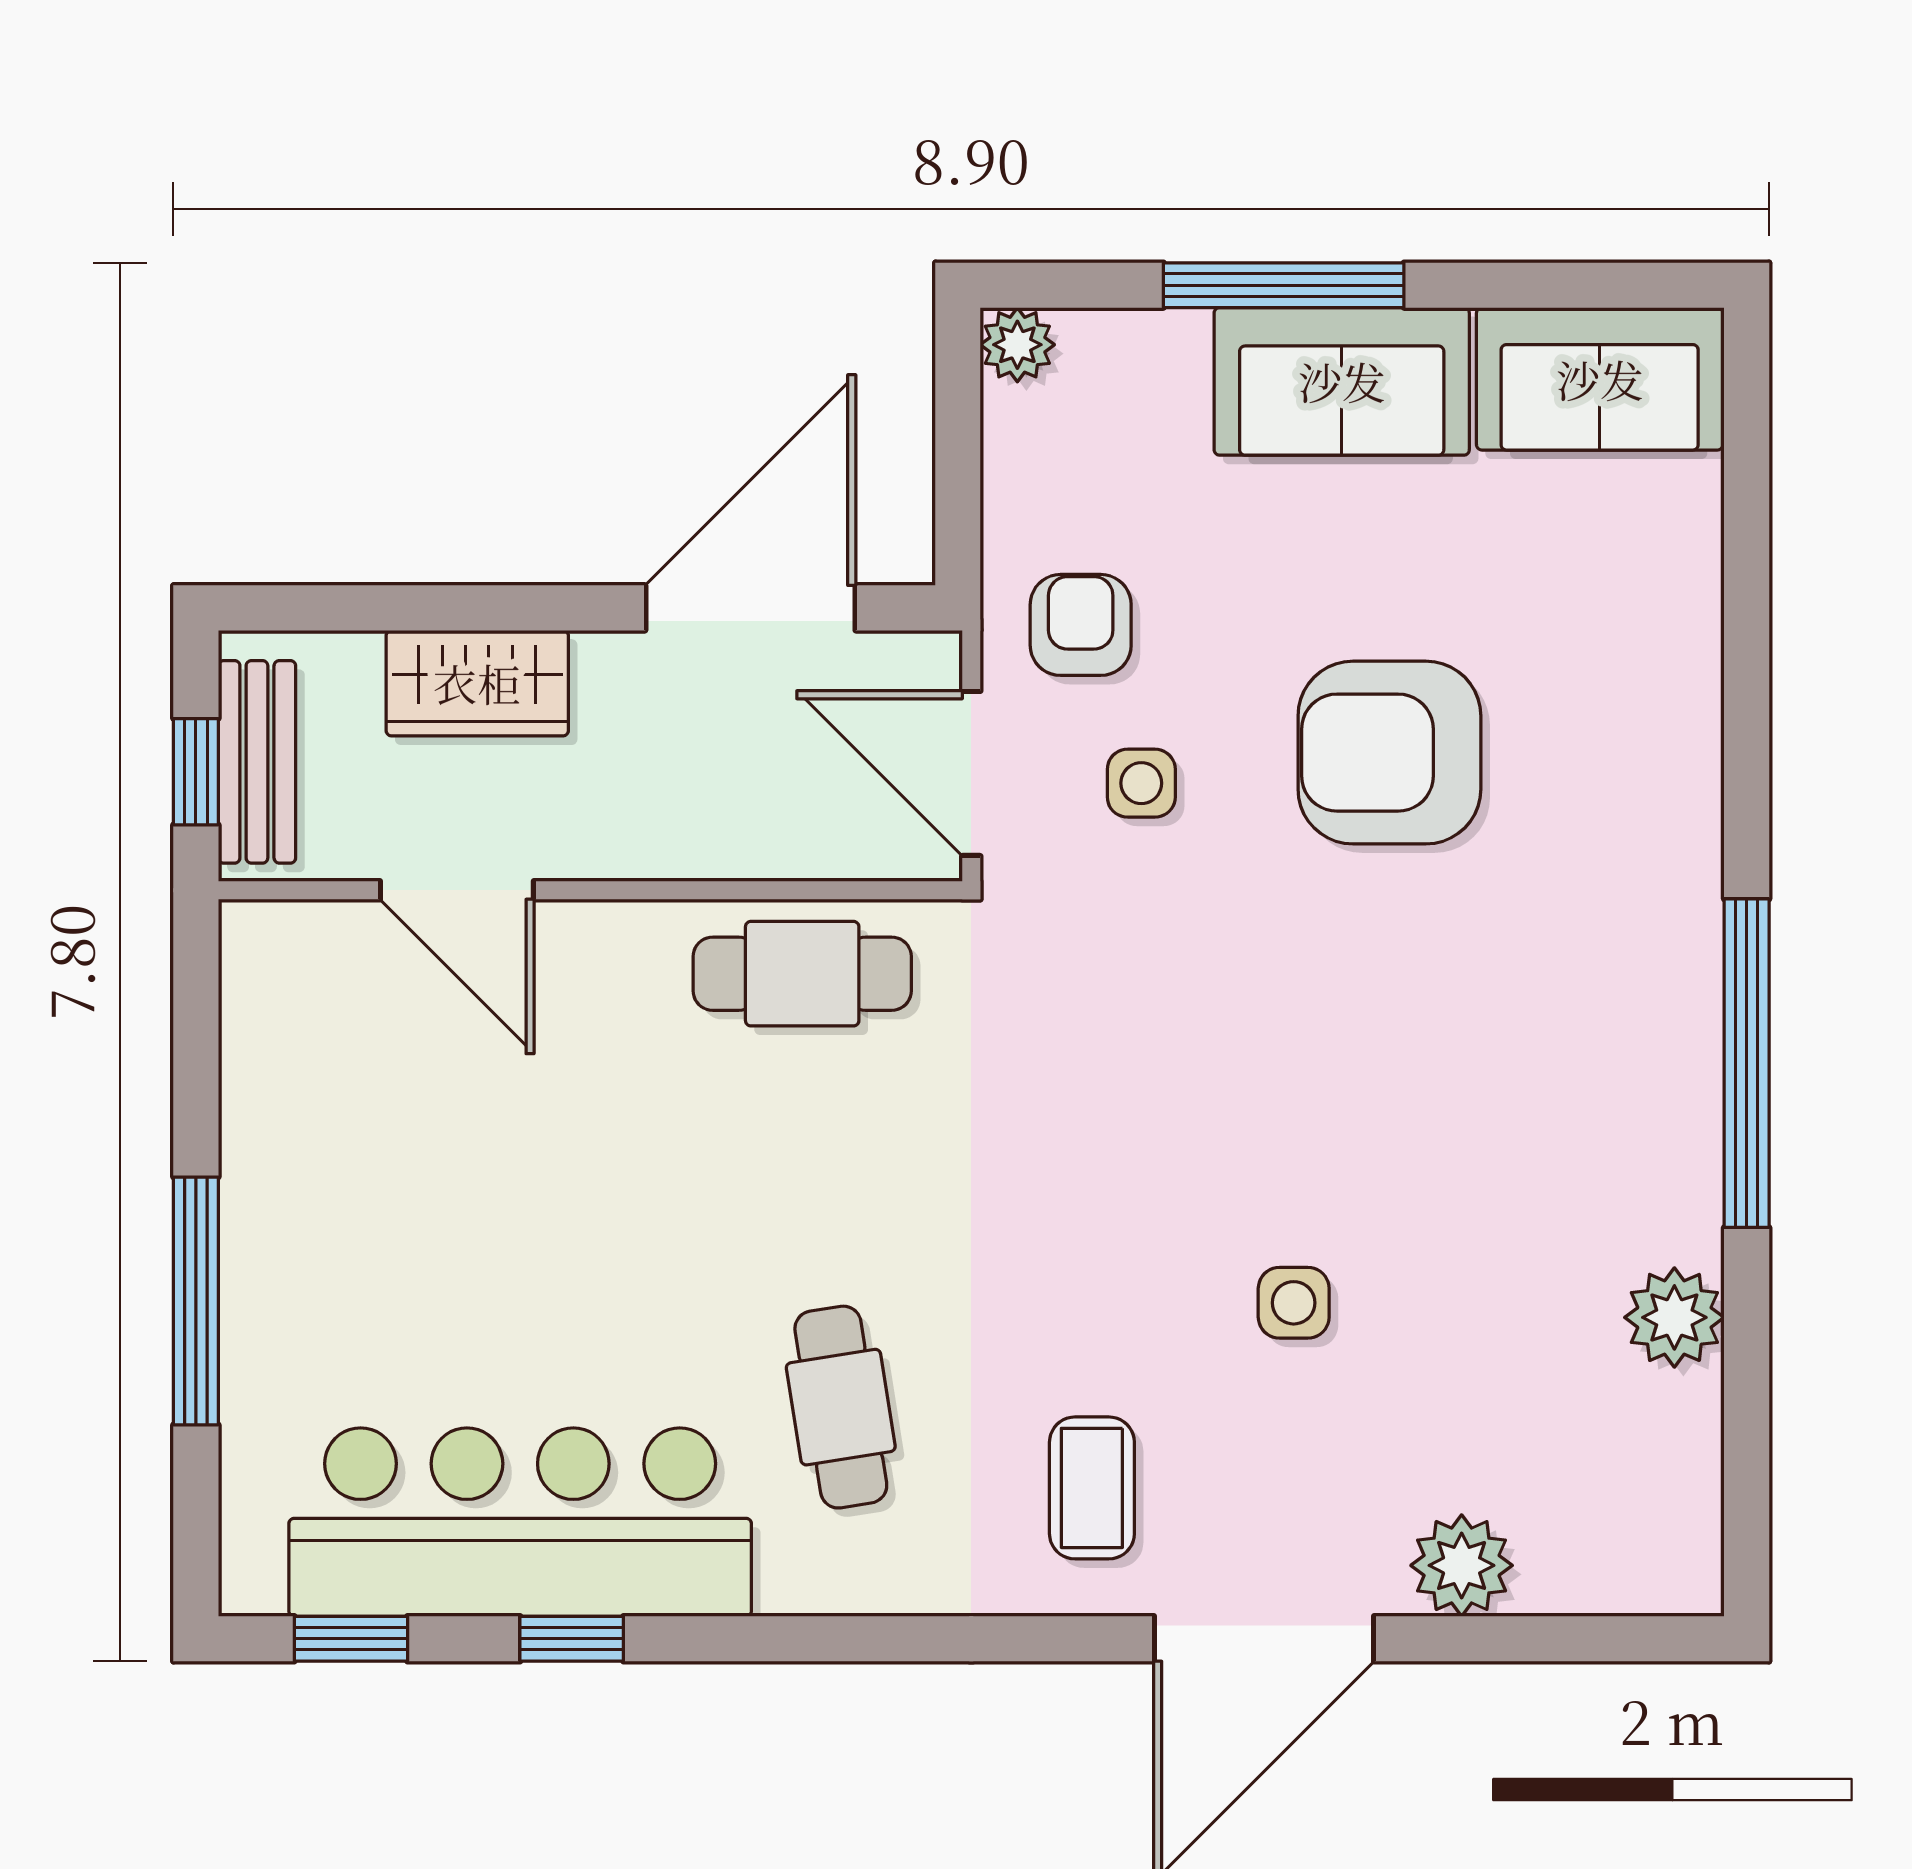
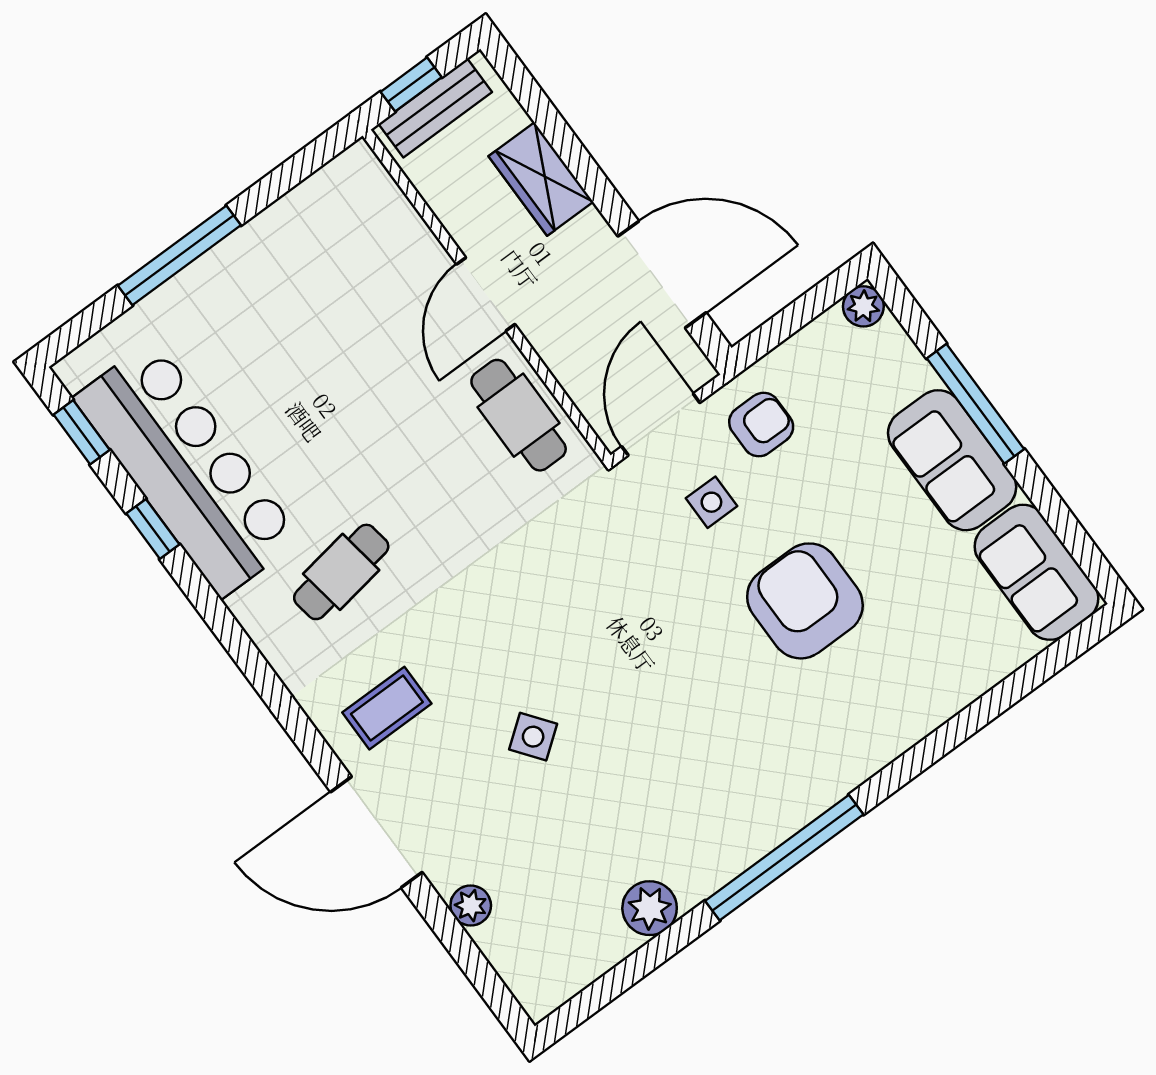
door: (457, 890) -> (486, 294), moved
side table: (1294, 1303) -> (533, 737), turned -37
plant: (1462, 1565) -> (471, 906), width x0.73, depth x0.73

